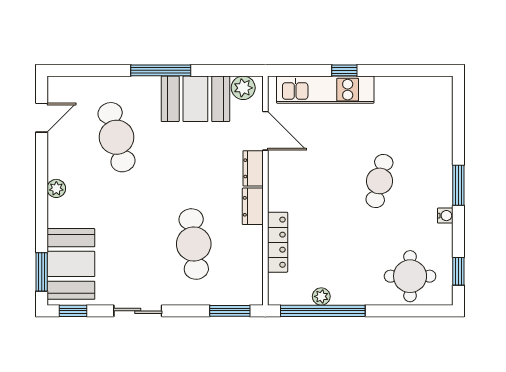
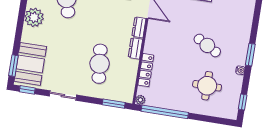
cafe table: (379, 181) -> (207, 45), turned -74
plant: (56, 188) -> (34, 17), width x1.88, depth x1.88
round table: (410, 276) -> (207, 86), moved
plant: (321, 296) -> (140, 100), moved

